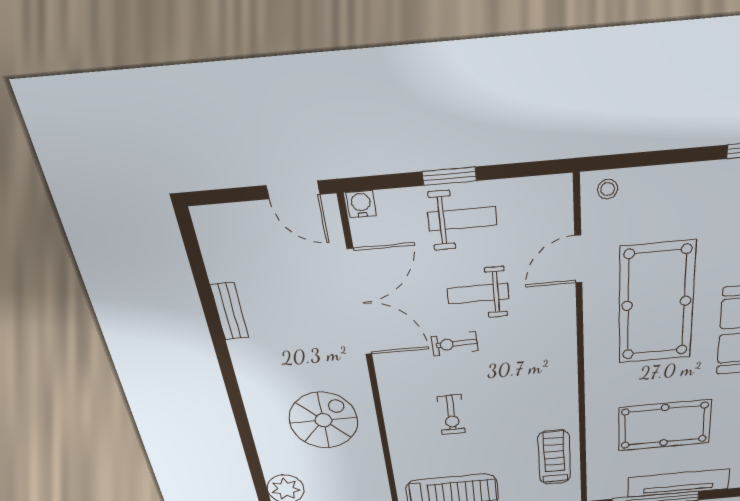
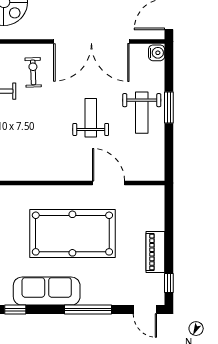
piano: (691, 177) -> (155, 252), added
stool: (608, 189) -> (153, 202), removed
exercise bike: (455, 344) -> (33, 72), moved

